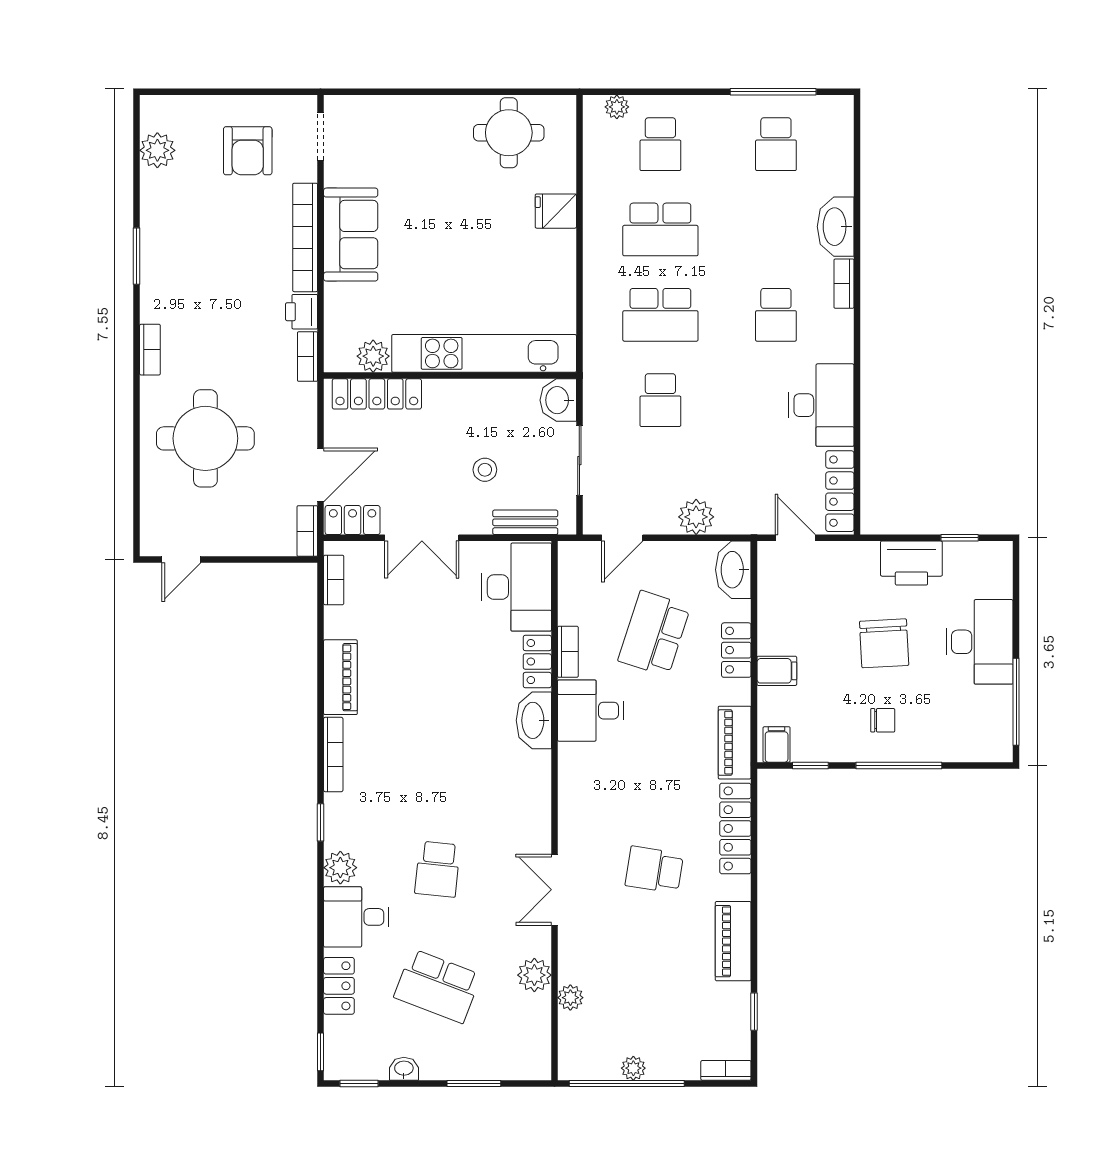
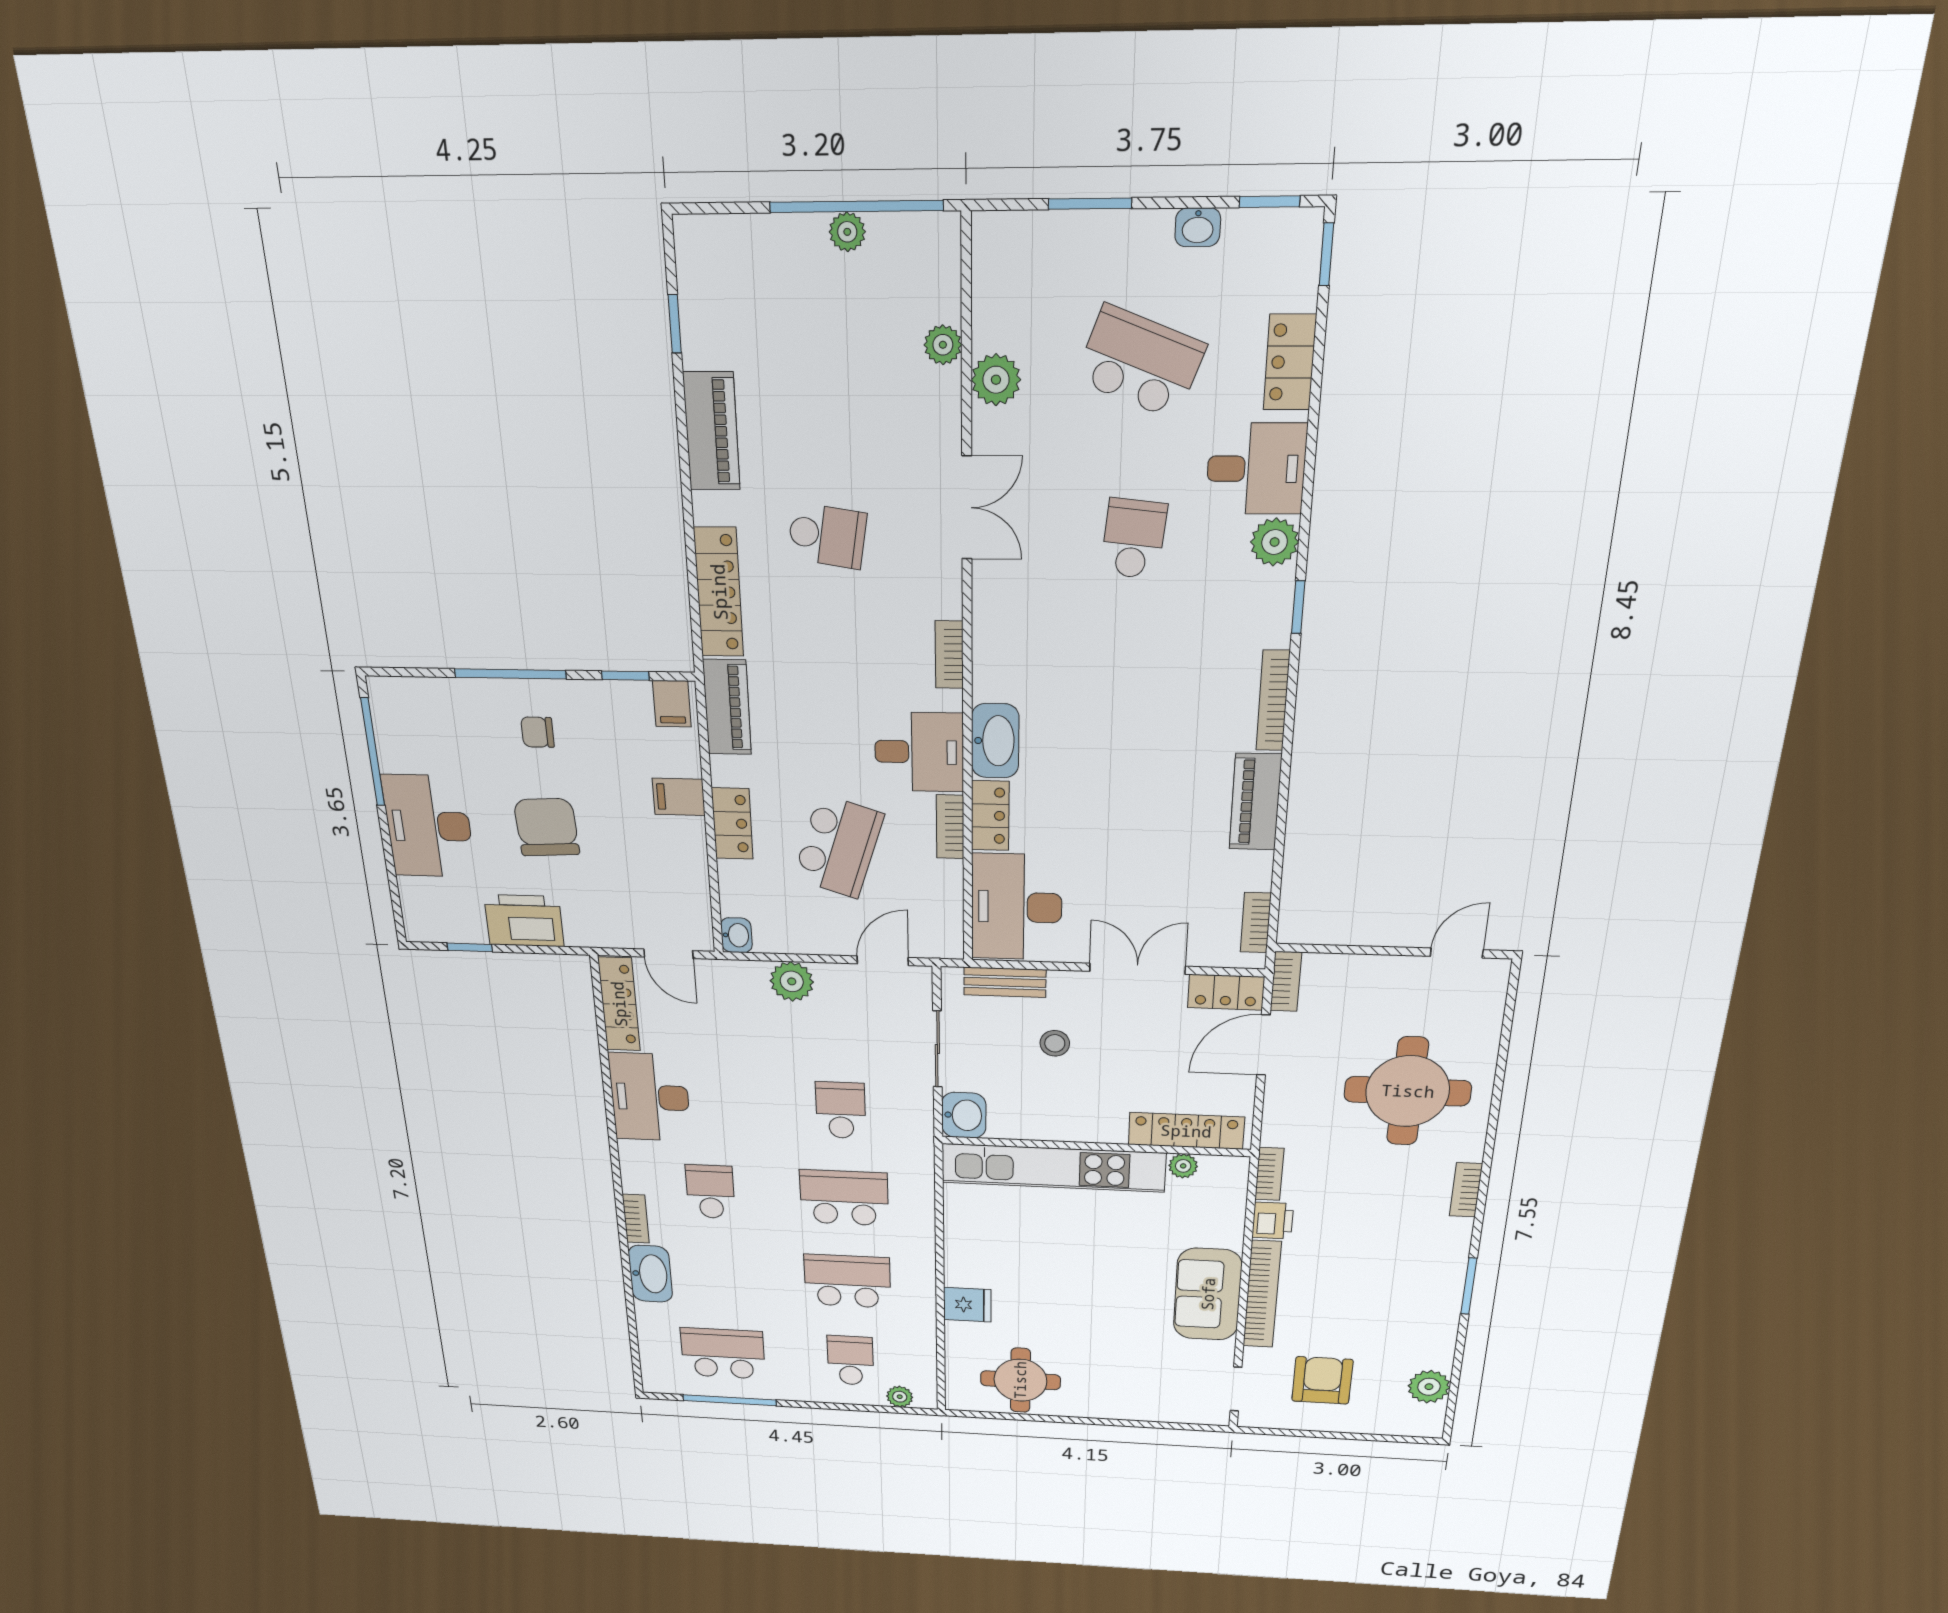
school desk: (776, 144) -> (723, 1353), width x1.85
plant: (373, 356) -> (1183, 1166), width x0.73, depth x0.73
washbasin: (733, 570) -> (736, 935), width x0.52, depth x0.69
bookcase: (726, 1070) -> (949, 655), moved, turned 90

